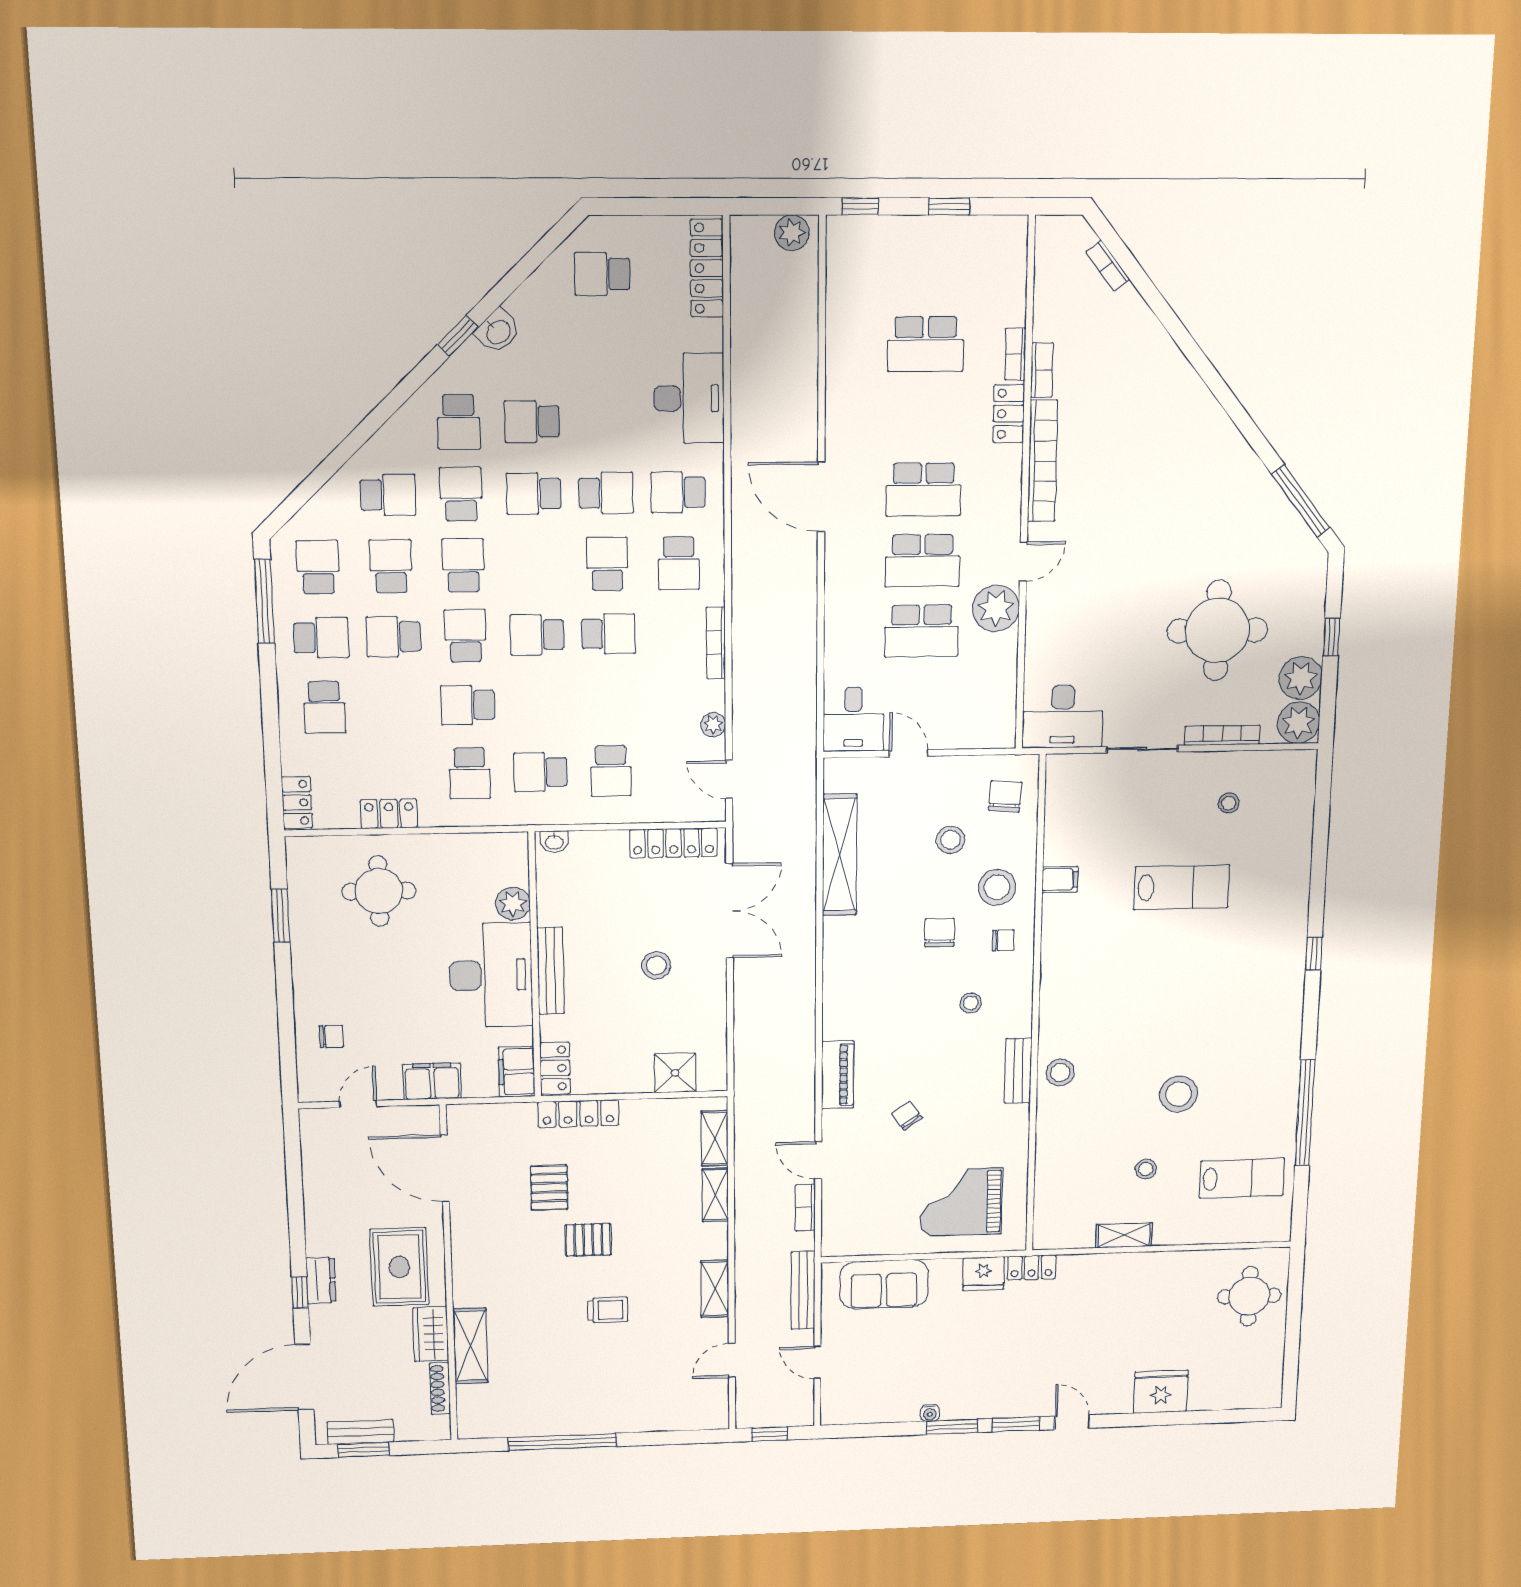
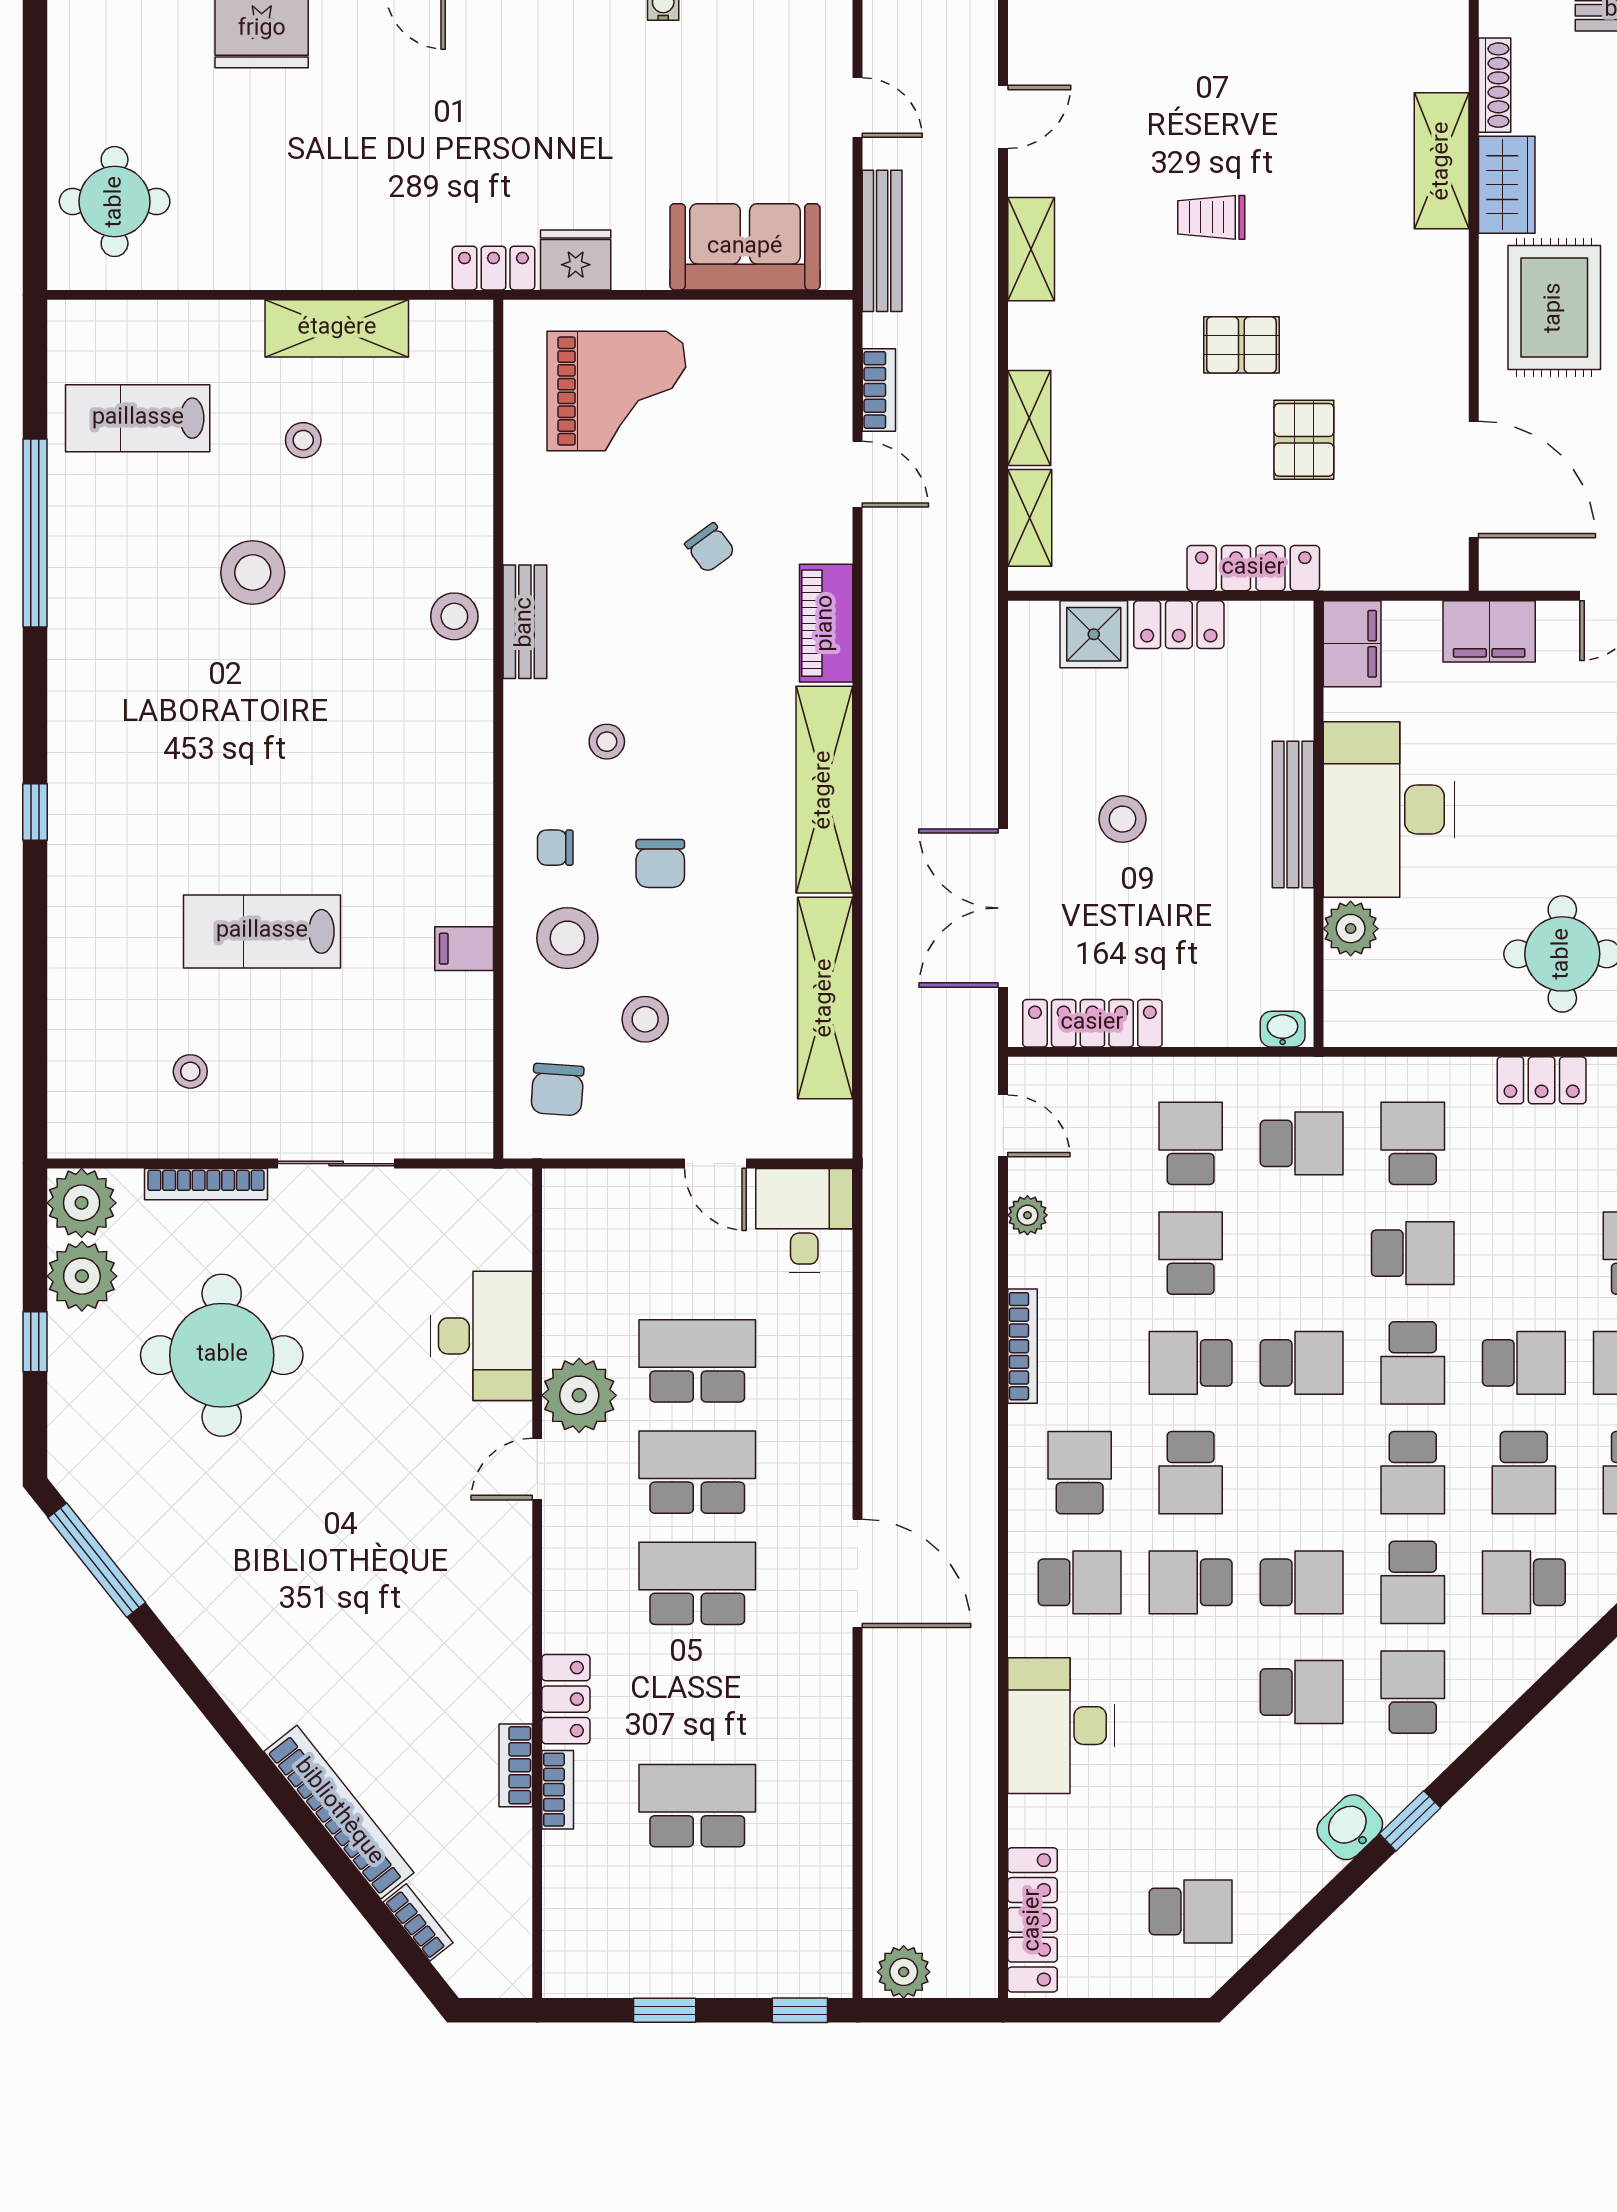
bookcase: (1043, 461) -> (339, 1812), moved, turned 142
school desk: (610, 703) -> (1191, 1253), added
desk: (1063, 717) -> (481, 1336), moved, turned 90
shelving: (839, 978) -> (824, 790), added
locker: (555, 1068) -> (1179, 625), moved, turned -90
shelving: (1124, 1235) -> (337, 328), width x1.50, depth x1.33

